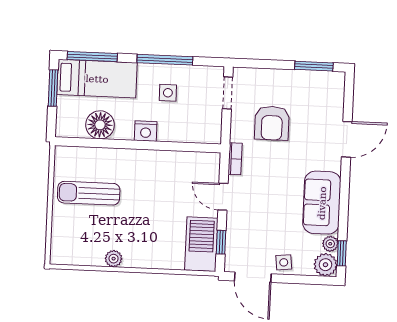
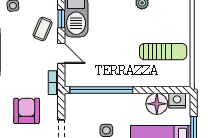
nightstand: (146, 131) -> (177, 101), moved
window: (172, 146) -> (101, 90), added
coffee table: (246, 230) -> (43, 29), added

